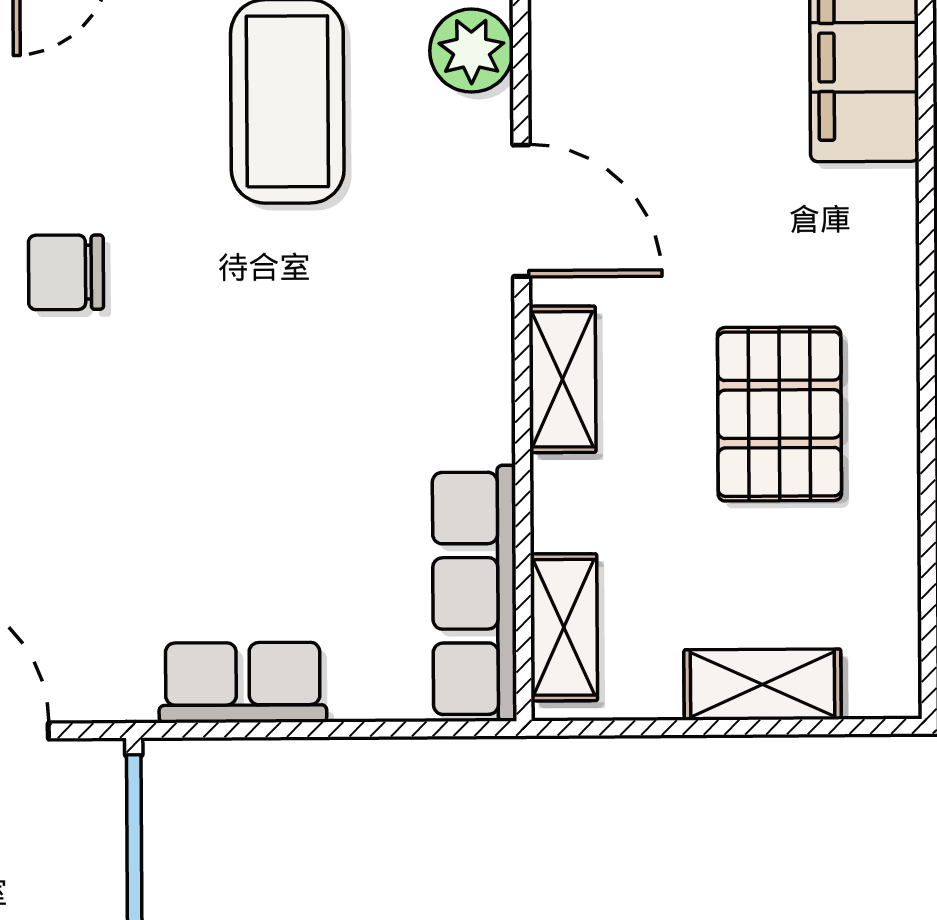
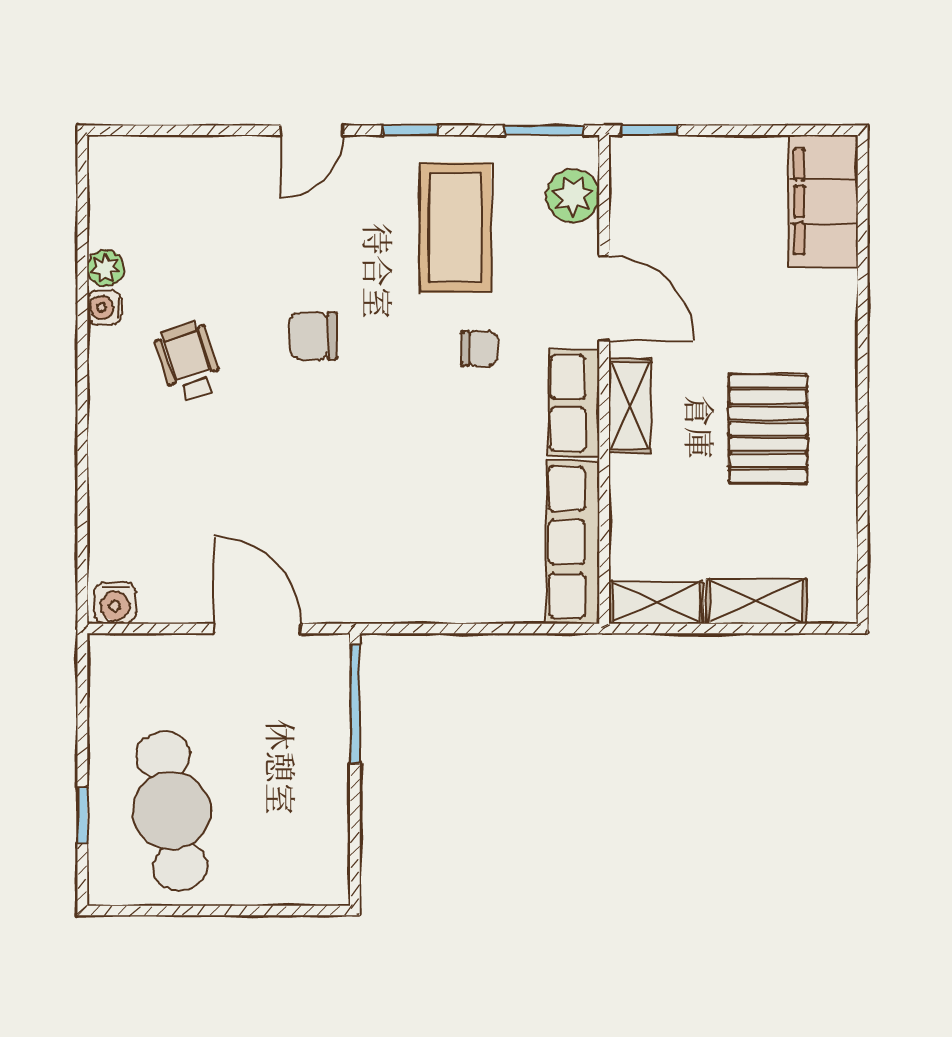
chair: (326, 290) -> (479, 348), added
shelving: (564, 627) -> (656, 603), moved, turned 90
row of seats: (243, 683) -> (574, 403), moved, turned -90

